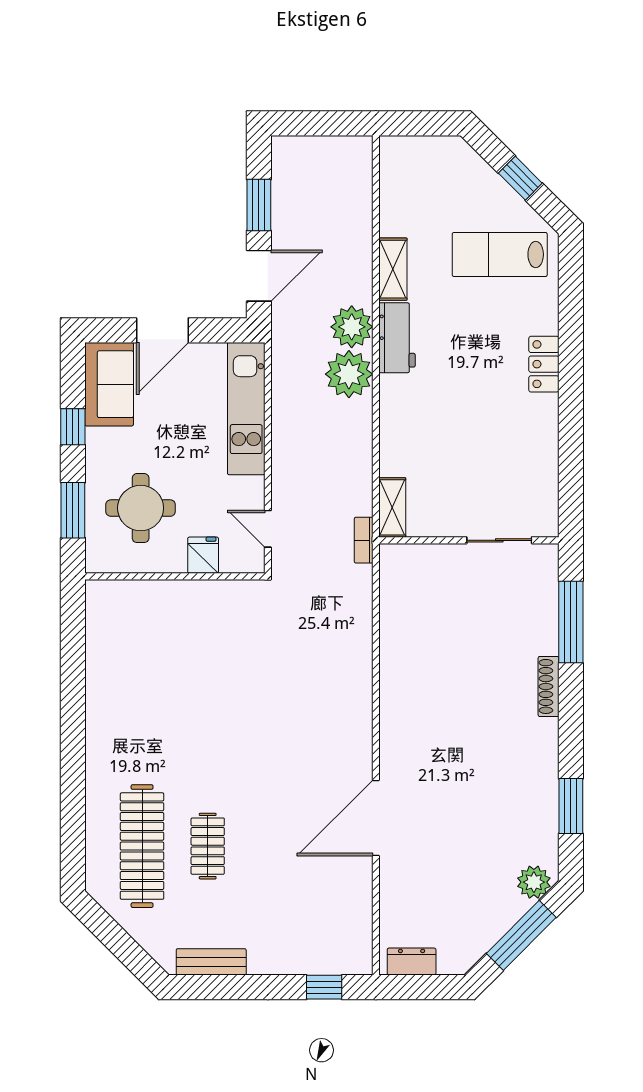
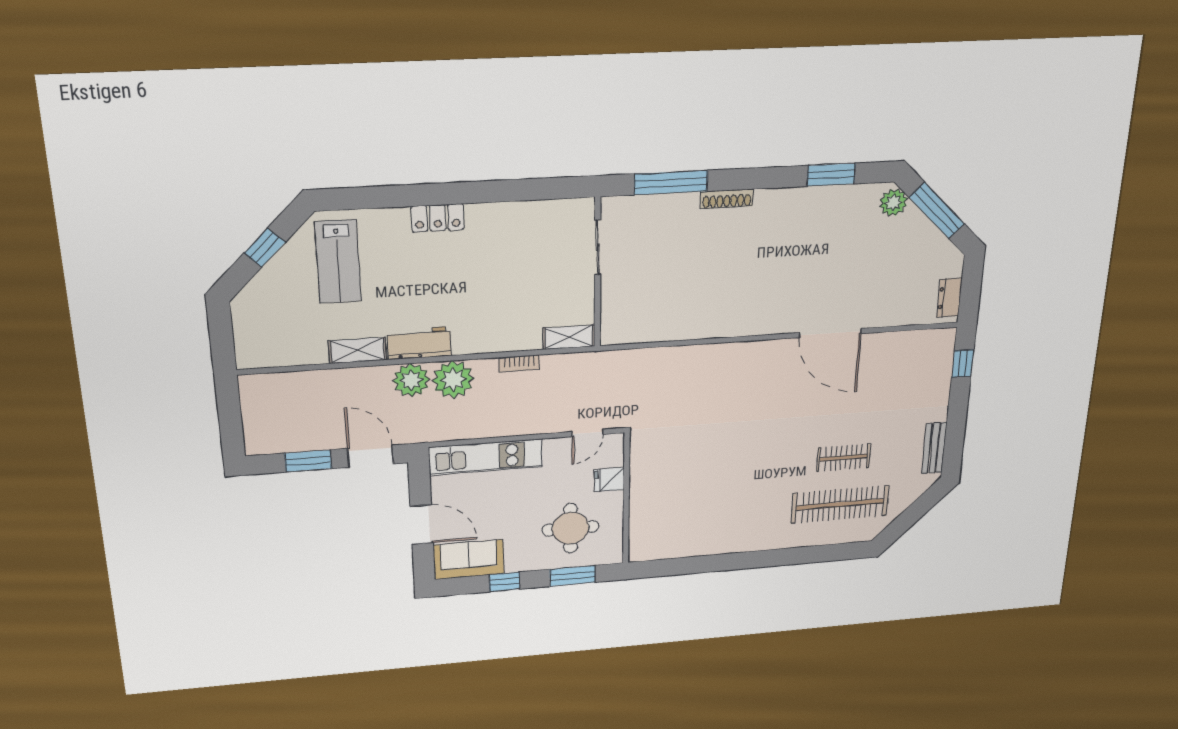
bookcase: (364, 540) -> (519, 363), moved

